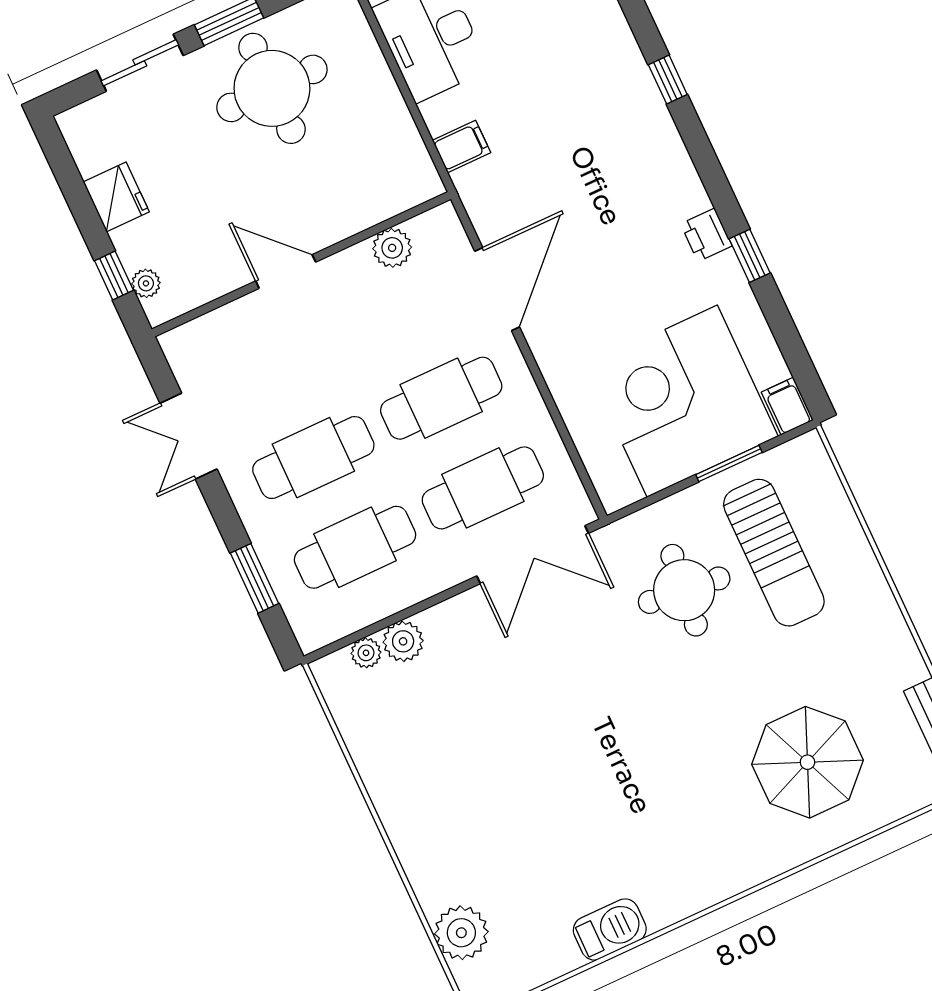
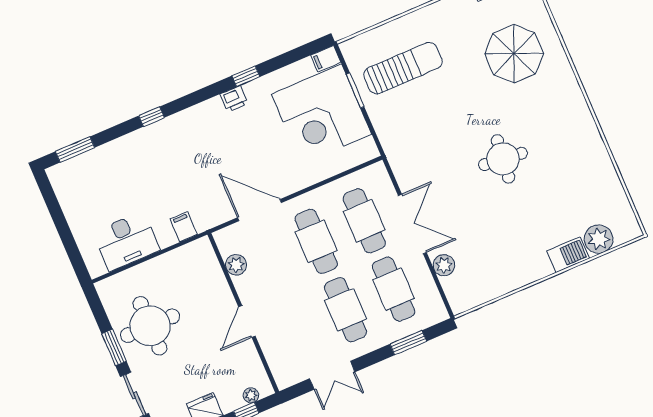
double door: (533, 555) -> (412, 224), moved
round table: (684, 590) -> (503, 159), moved
plant: (366, 653) -> (449, 285), removed
barbecue: (610, 929) -> (568, 255), moved, turned 90

